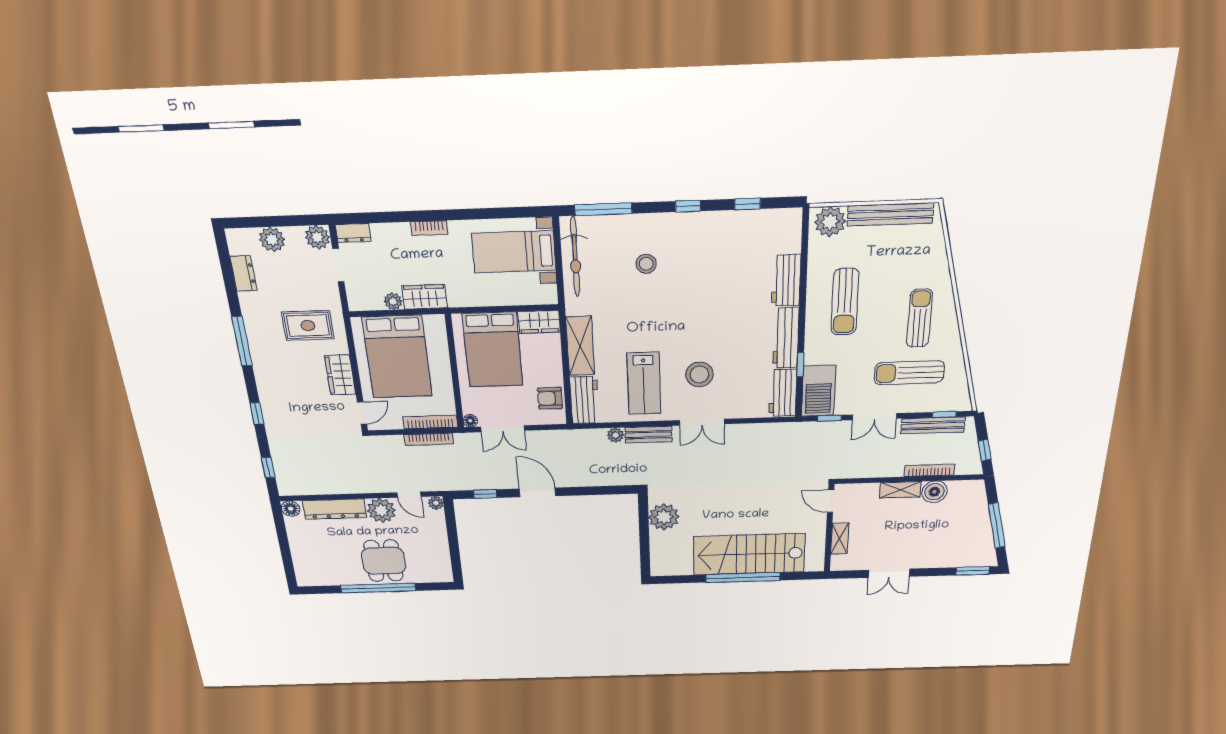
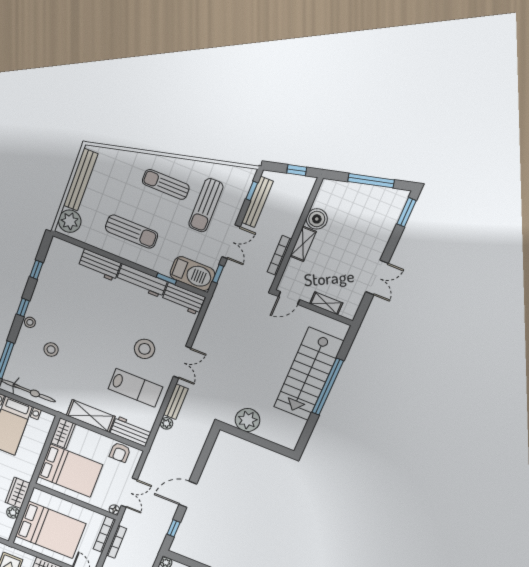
stool: (671, 223) -> (30, 322), added
bookcase: (929, 470) -> (279, 255), moved

